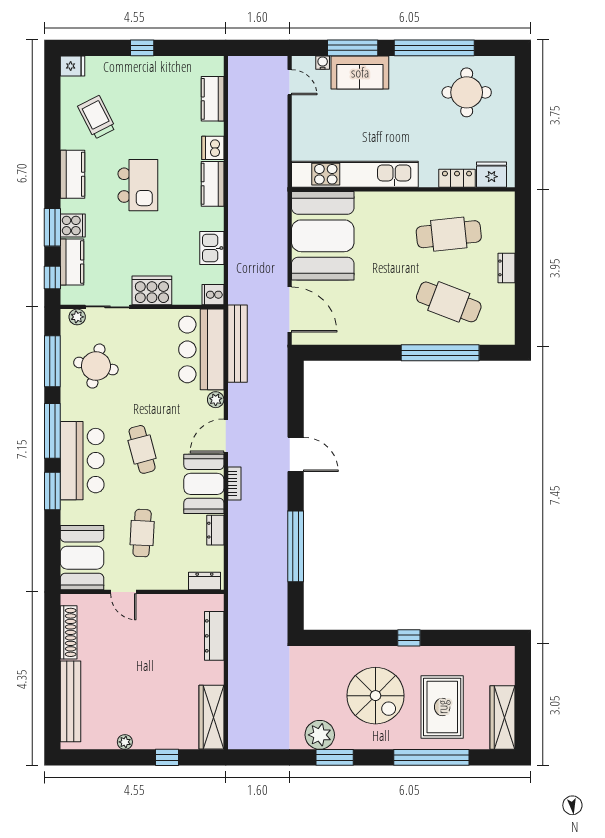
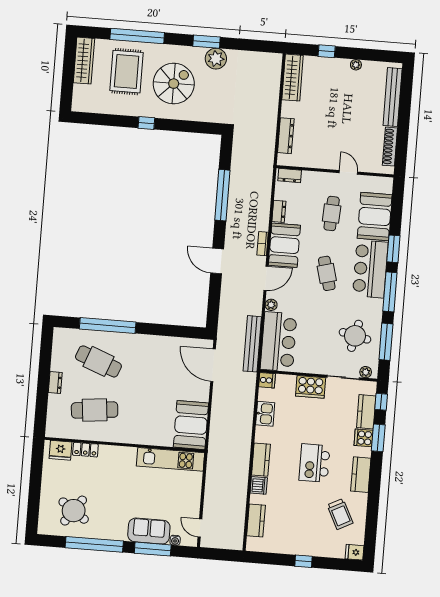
round table: (467, 92) -> (74, 511), turned 35
kitchen unit: (355, 174) -> (170, 459), width x0.73
booth: (323, 236) -> (191, 425), width x0.73, depth x0.70
booth: (82, 558) -> (375, 217), moved
spiral stairs: (376, 696) -> (174, 84), turned 90

